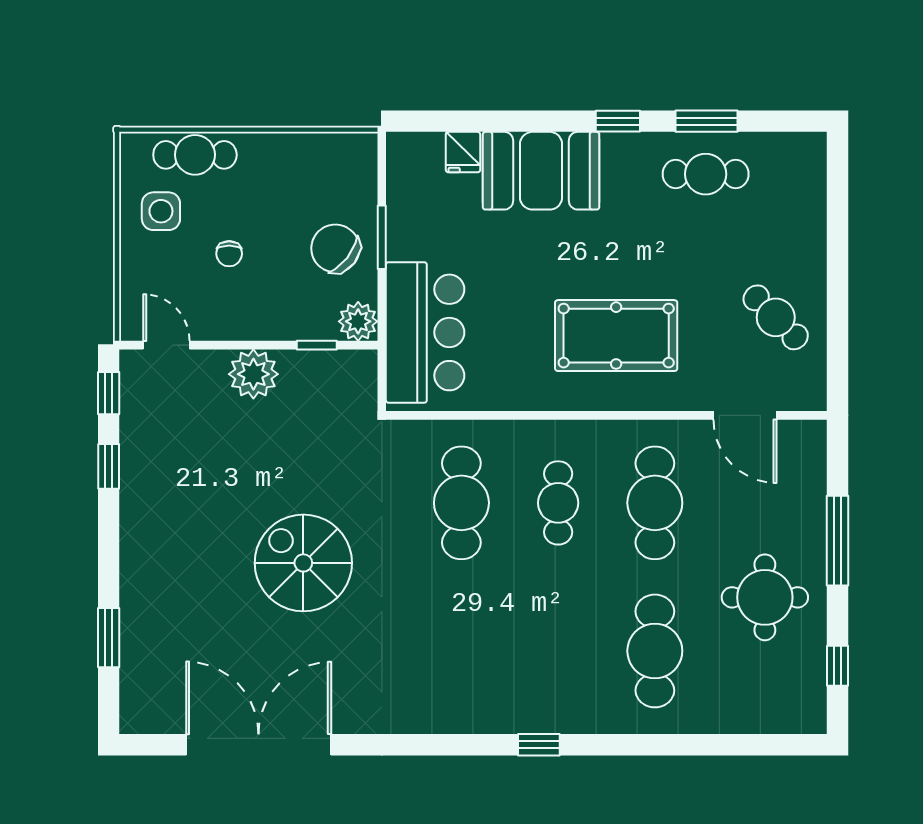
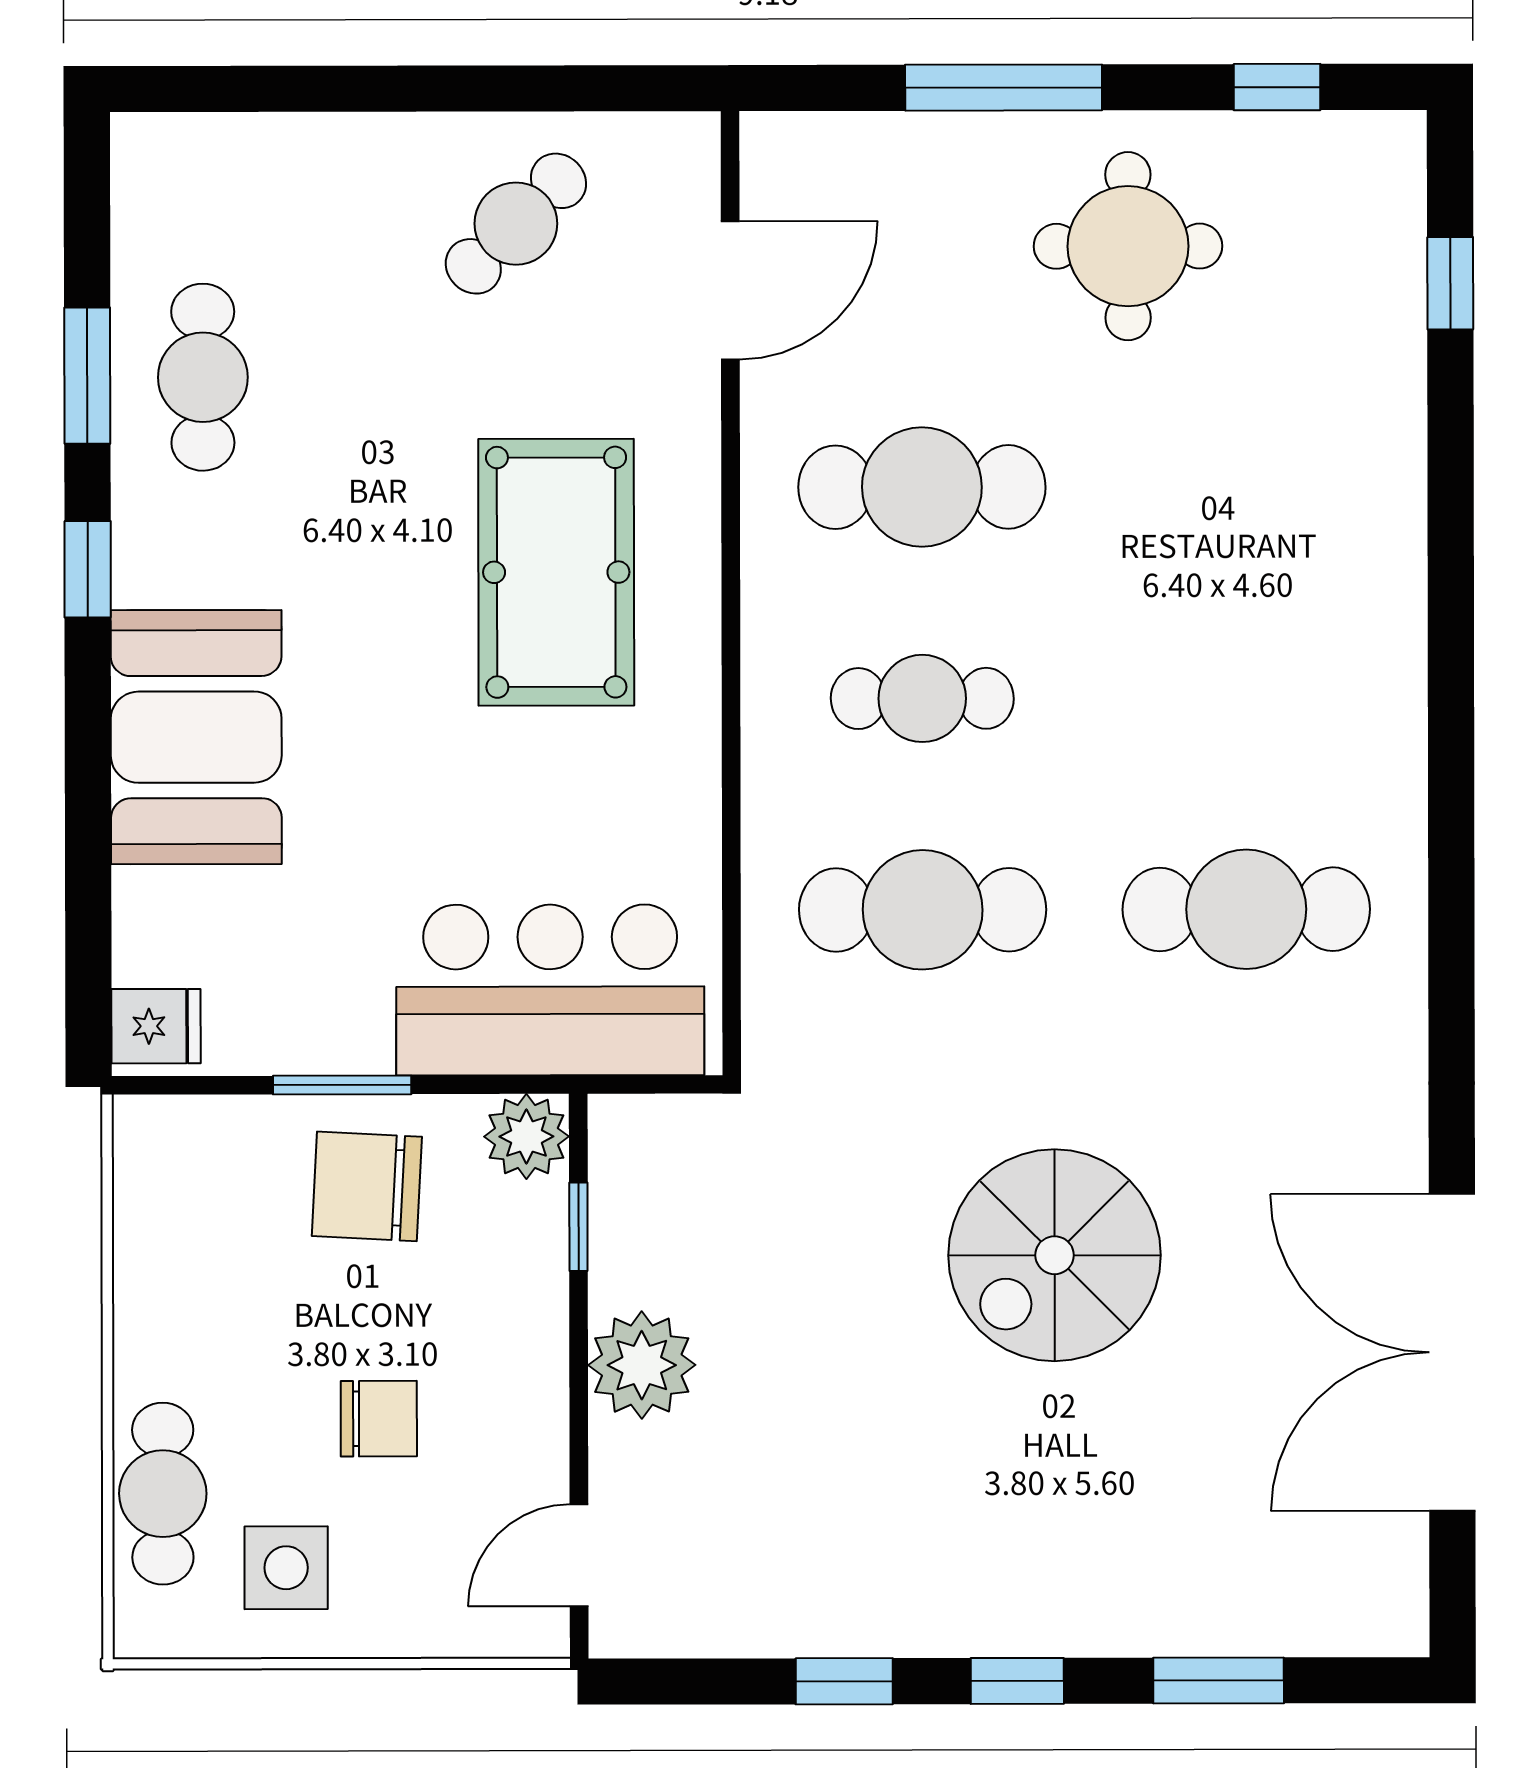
fridge: (463, 152) -> (156, 1026), moved
chair: (335, 248) -> (367, 1186), turned 55
chair: (229, 254) -> (379, 1419), width x1.37, depth x1.37
window: (109, 393) -> (1017, 1681), moved
cafe table: (655, 651) -> (1246, 909), moved
window: (539, 745) -> (1450, 283), moved

